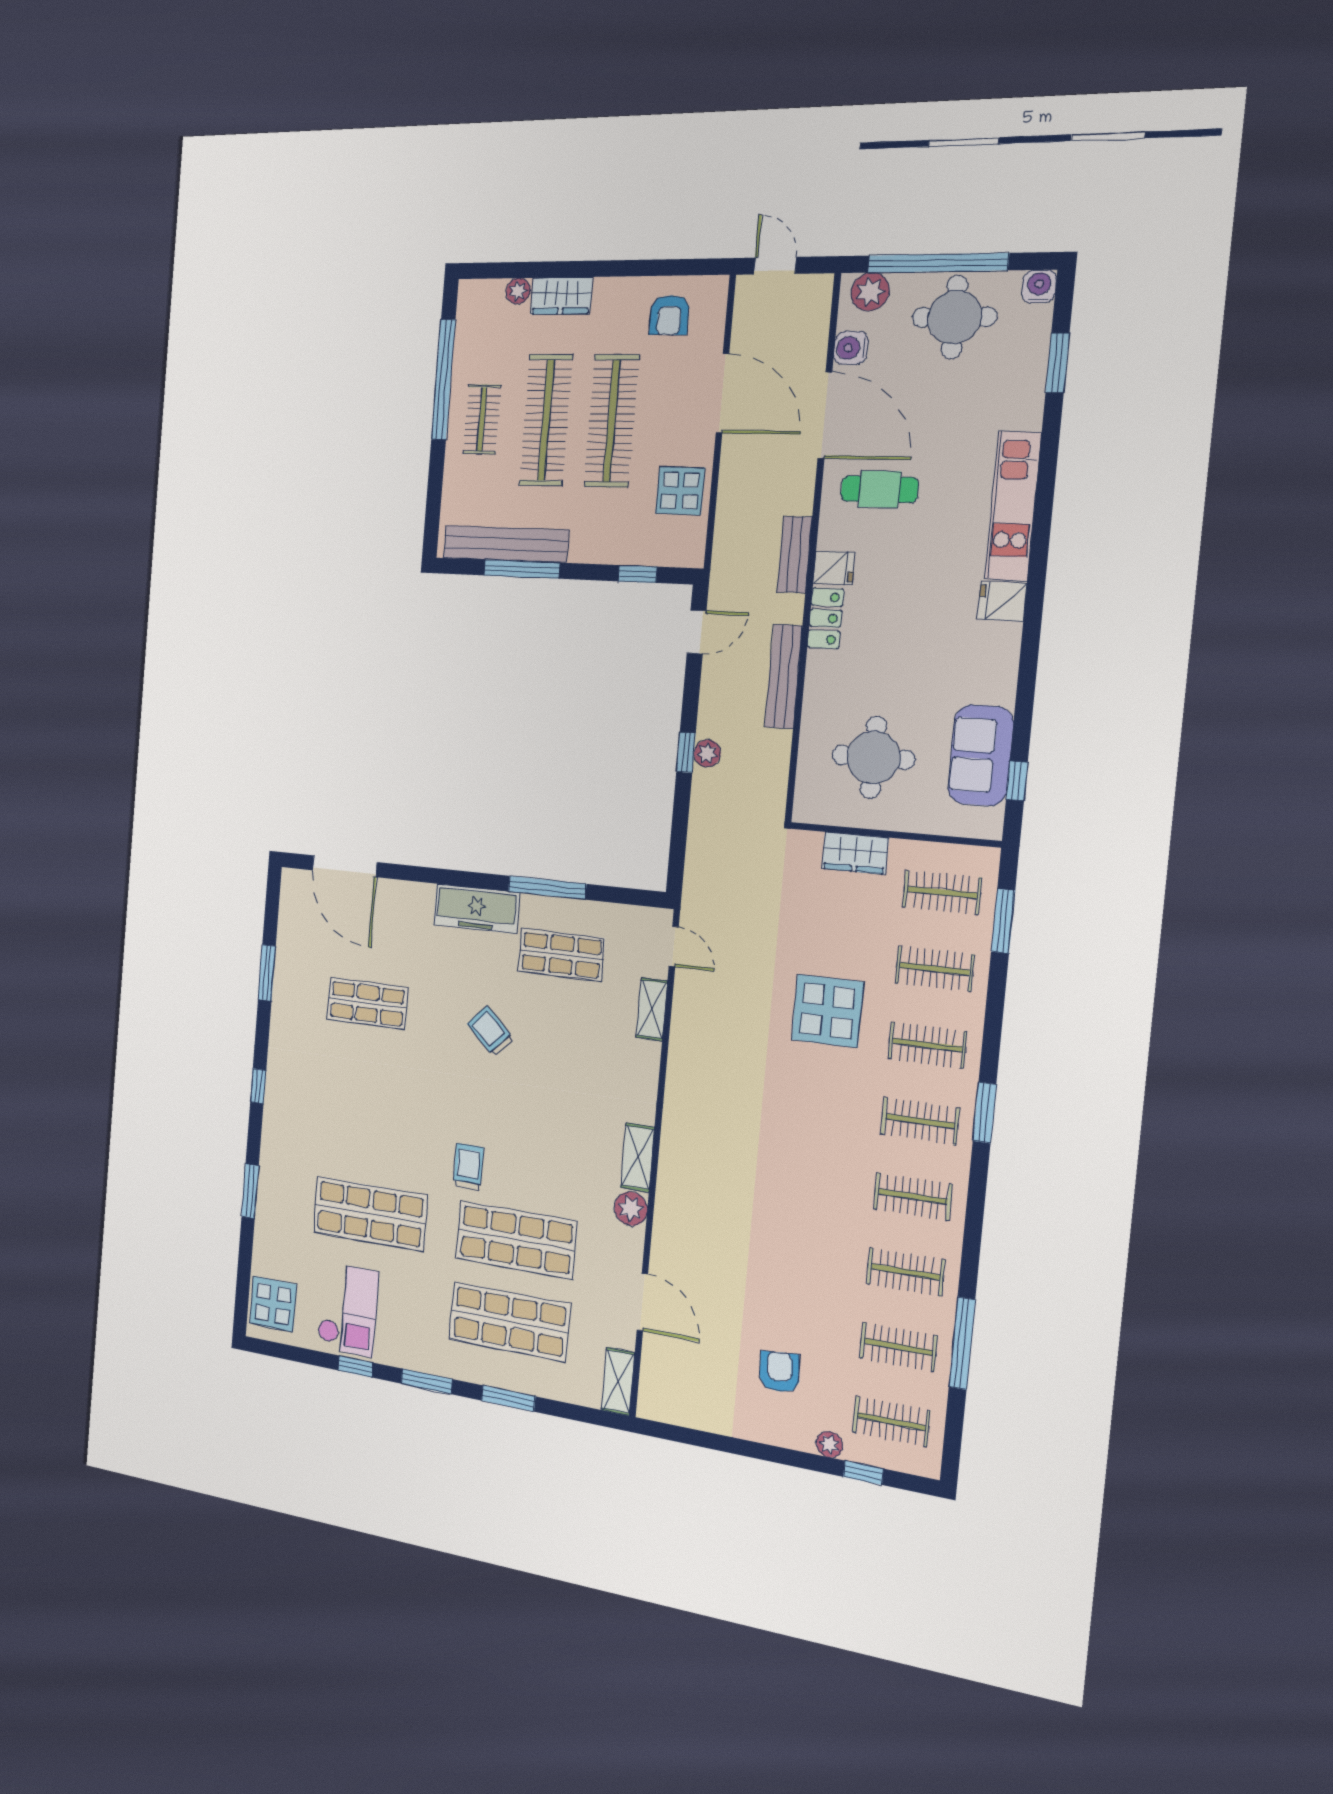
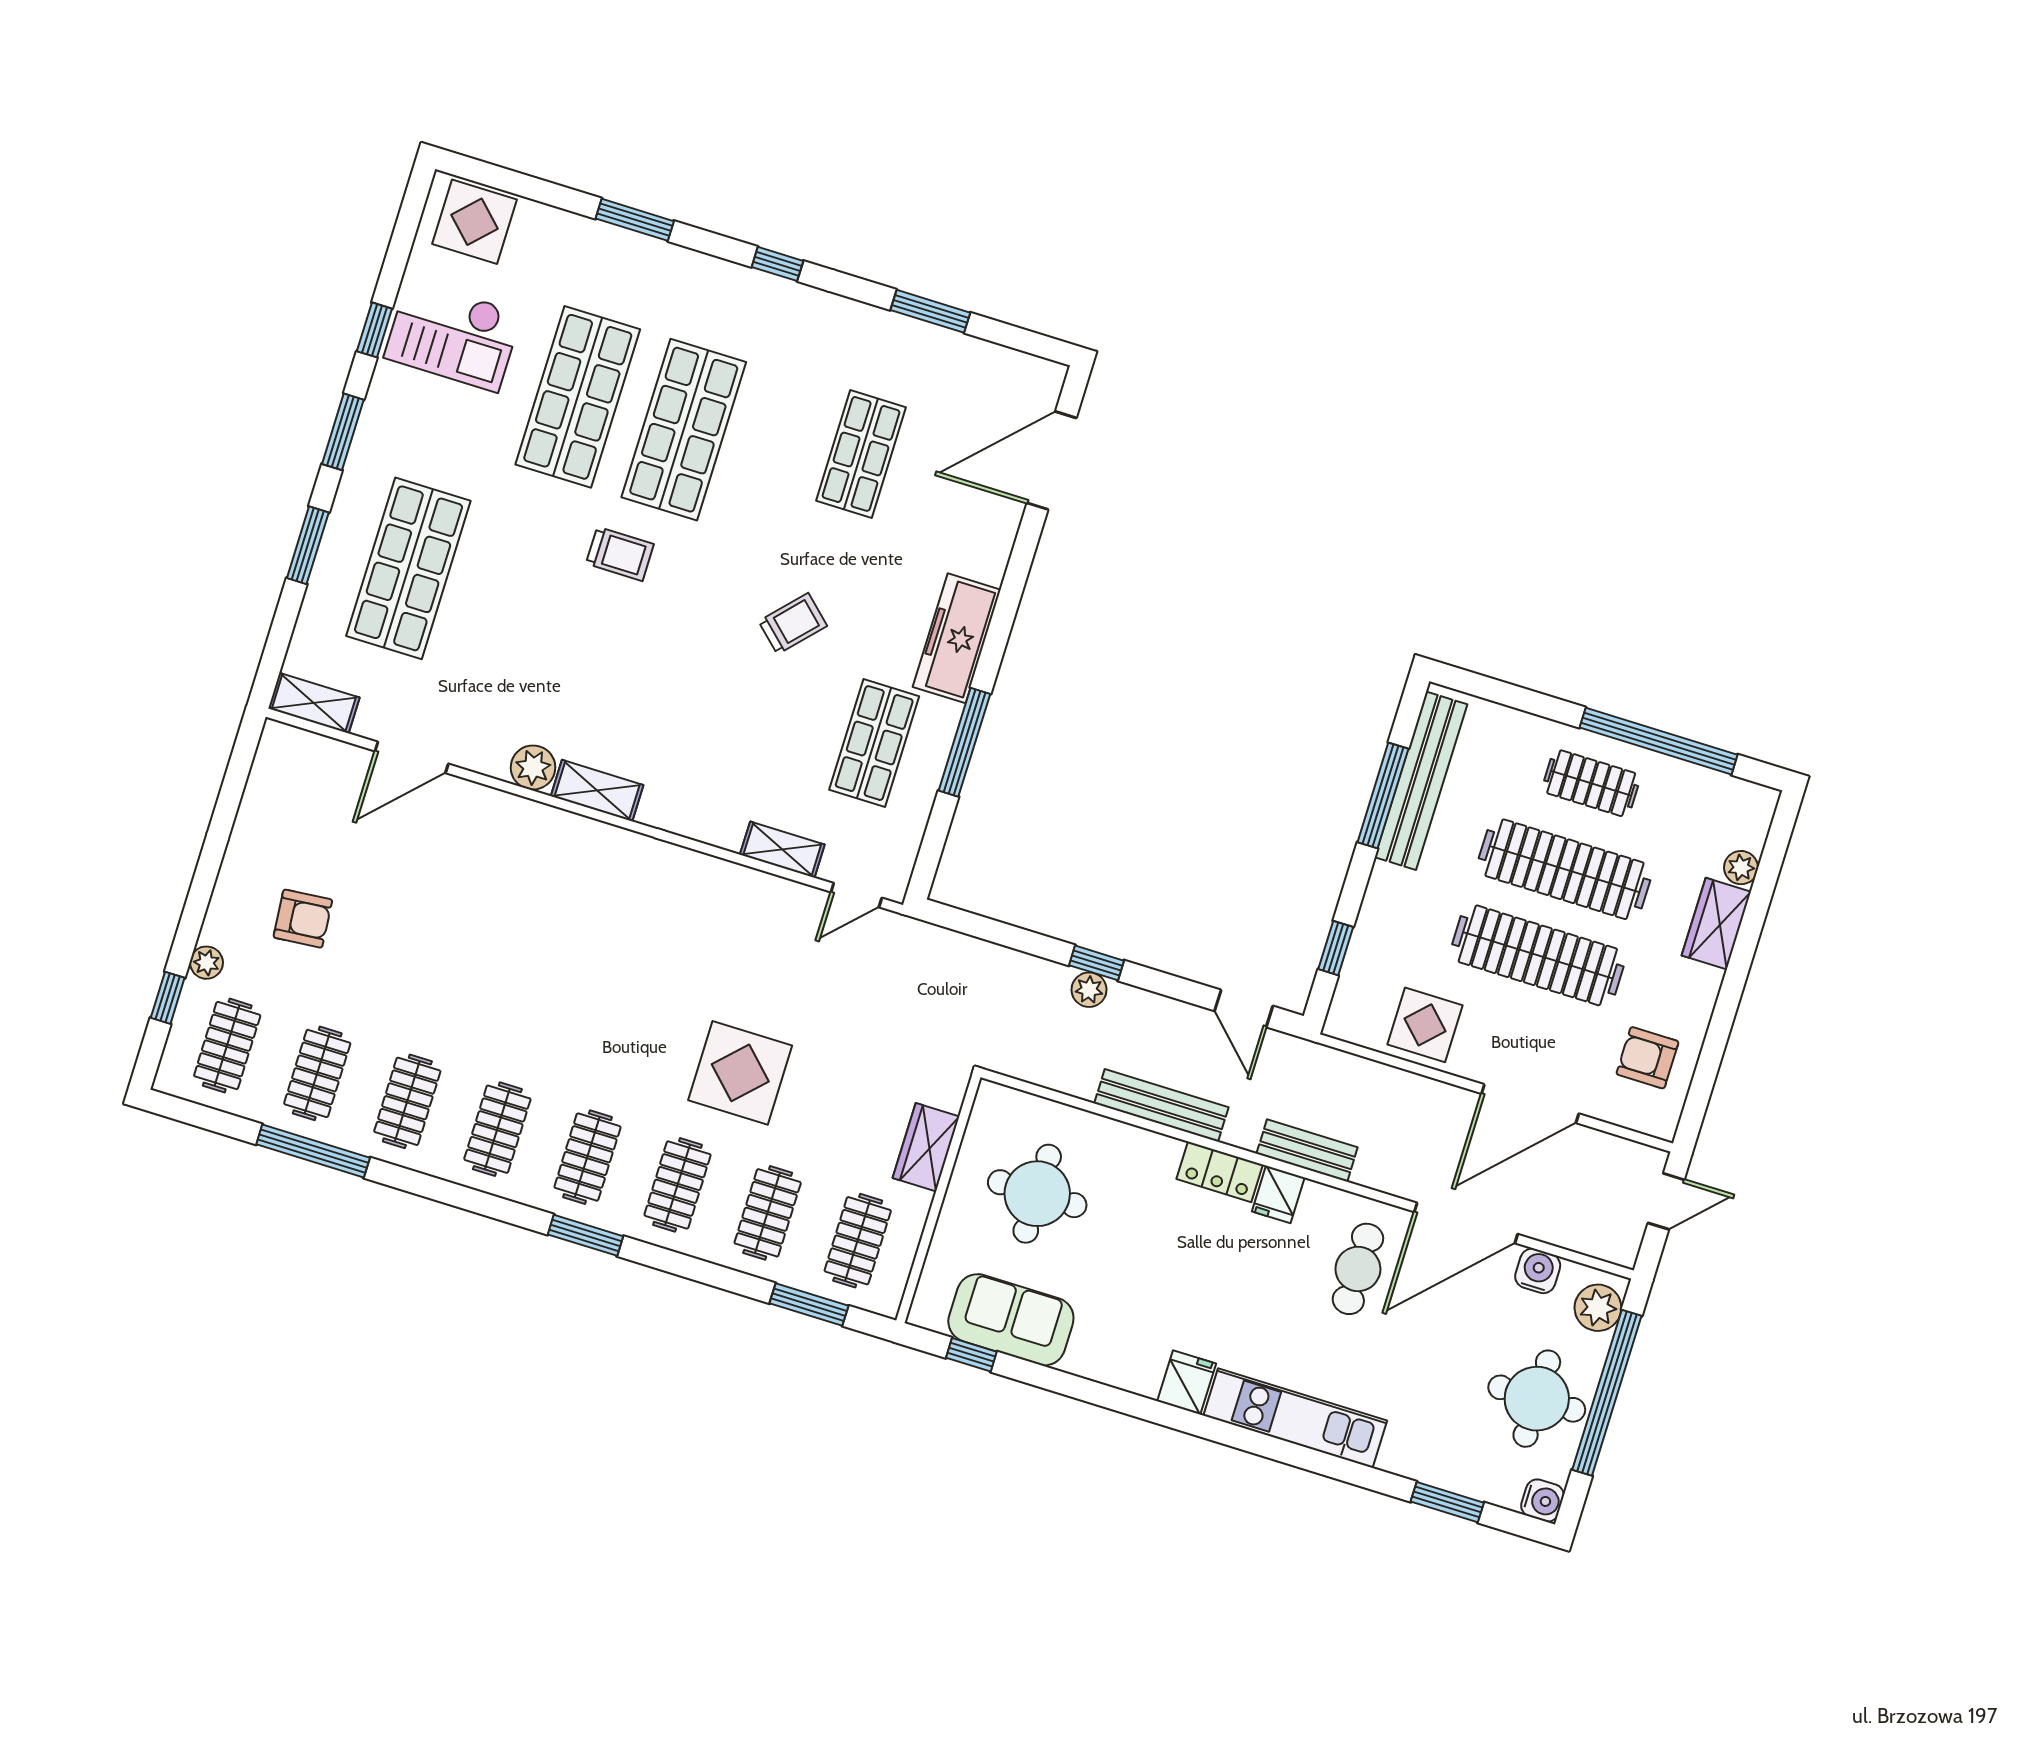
shop shelf: (516, 1240) -> (684, 430), moved

